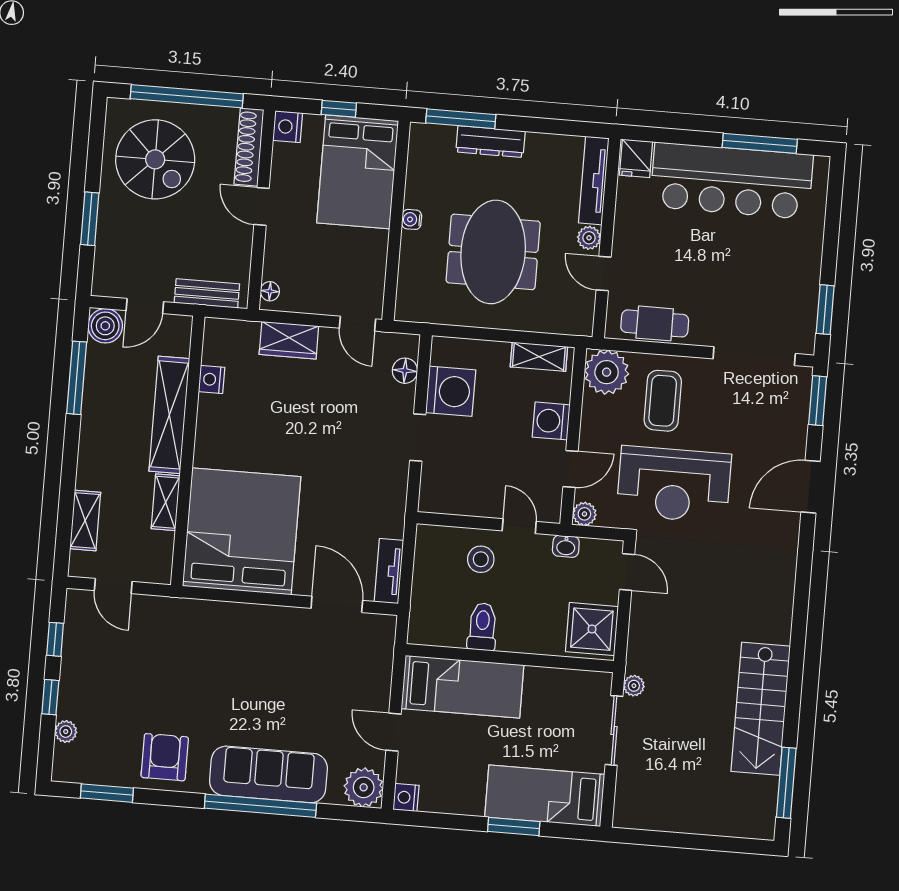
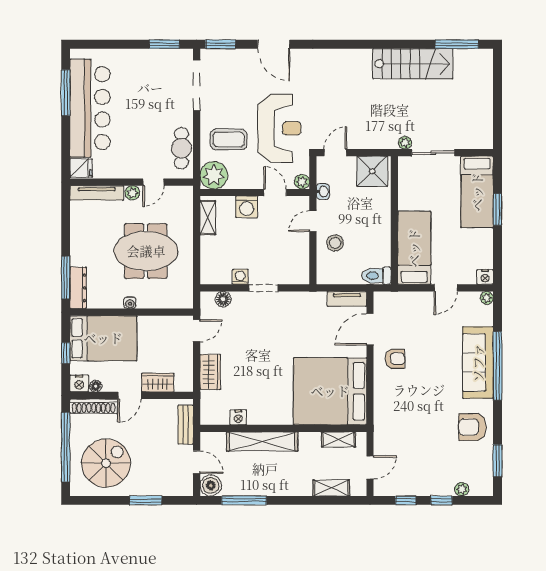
dresser: (490, 142) -> (78, 288), moved
wardrobe: (279, 254) -> (158, 383), added
floor lamp: (270, 291) -> (96, 386), moved
washing machine: (451, 391) -> (240, 277), width x0.53, depth x0.53
shelving: (166, 502) -> (338, 439), moved
toilet: (482, 627) -> (376, 276), moved
armchair: (286, 641) -> (395, 359), added
plant: (364, 787) -> (487, 298), width x0.53, depth x0.53

